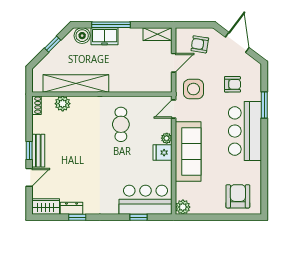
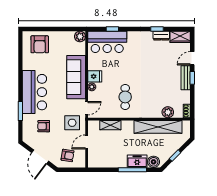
shelving: (158, 34) -> (110, 125), moved

